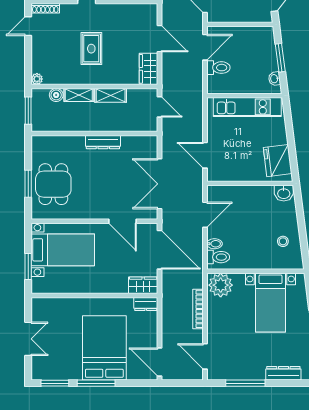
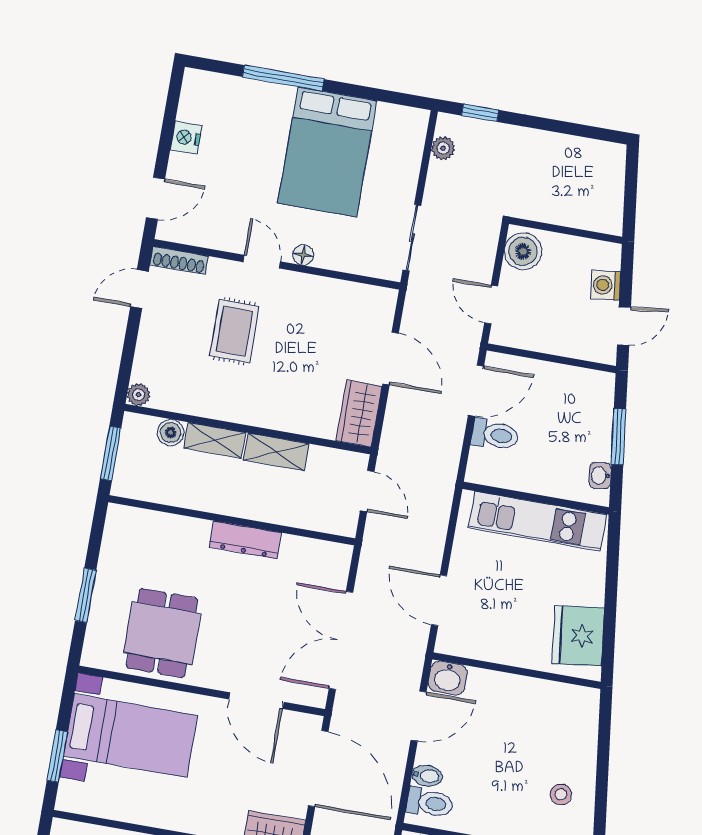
rug: (91, 49) -> (234, 331), moved
dining table: (53, 184) -> (162, 633), moved
washbasin: (284, 193) -> (448, 678), moved

